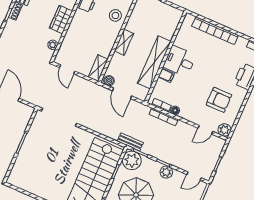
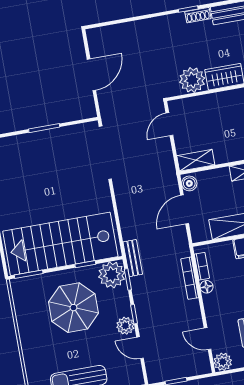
plant: (53, 45) -> (192, 80), width x1.87, depth x1.87
door: (194, 176) -> (140, 348), moved

